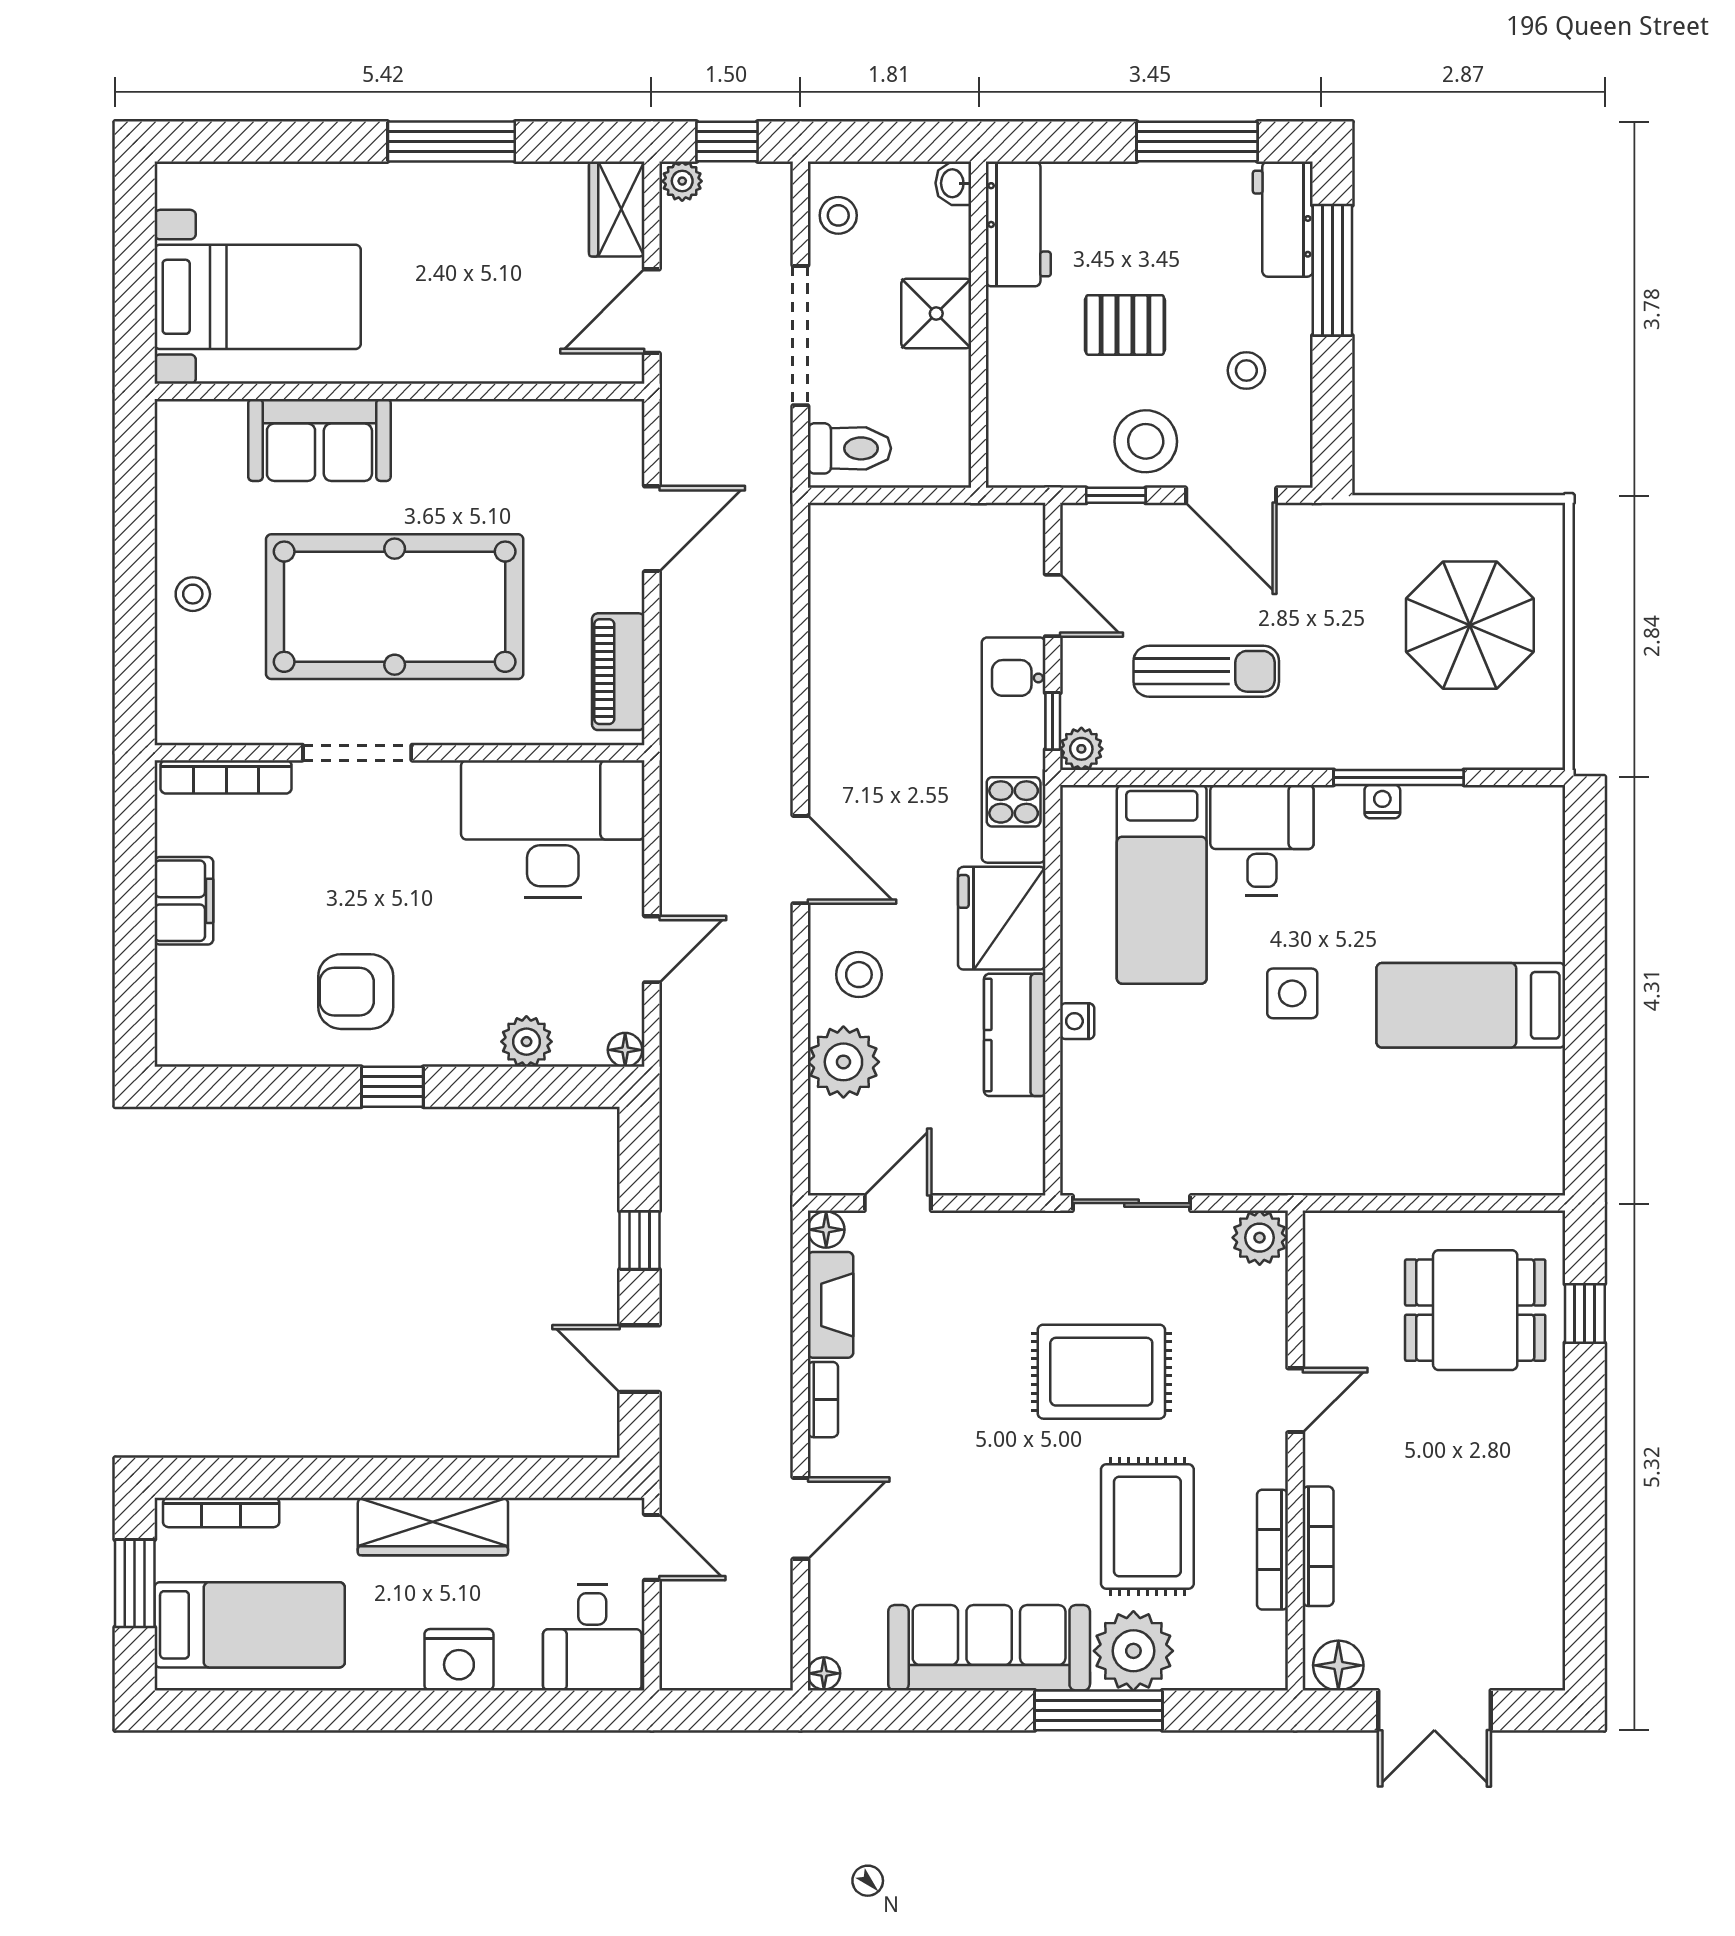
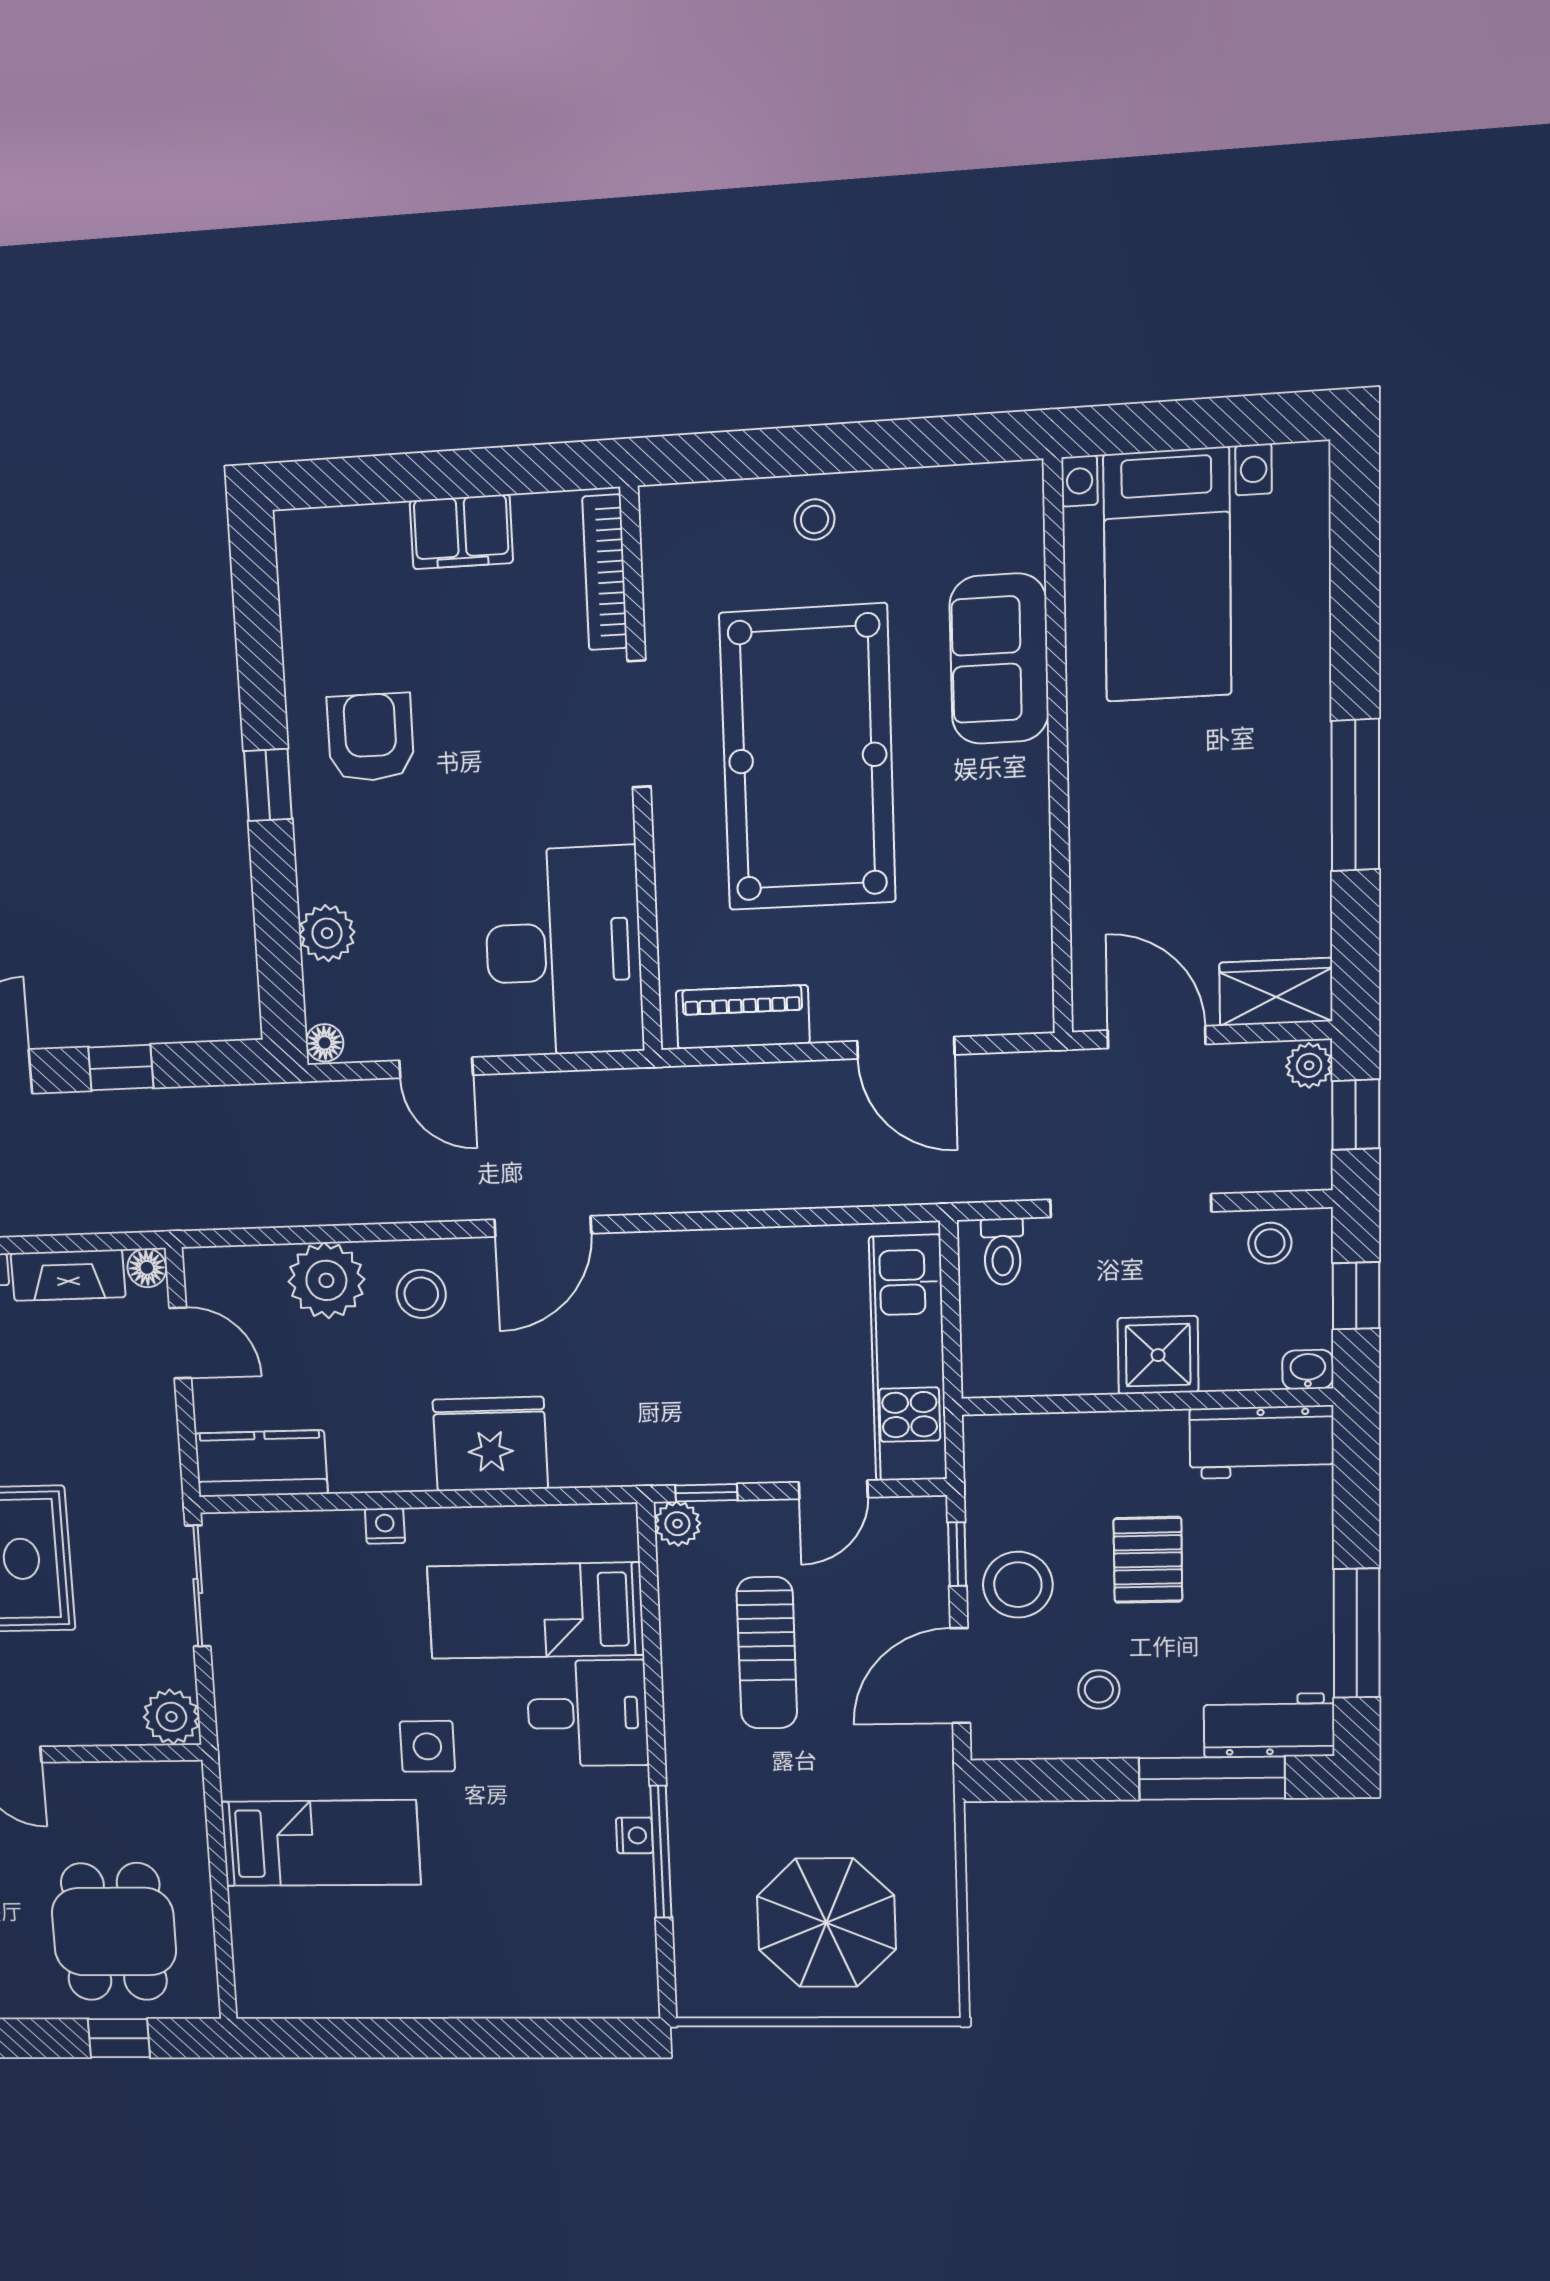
window: (888, 141) -> (1356, 1296), added
toilet: (849, 448) -> (1002, 1252), width x0.73, depth x0.72
kitchen unit: (1014, 750) -> (908, 1359), moved, turned -90
bed: (1471, 1005) -> (321, 1843), moved, turned 90
kitchen counter: (1015, 1035) -> (261, 1464), moved

